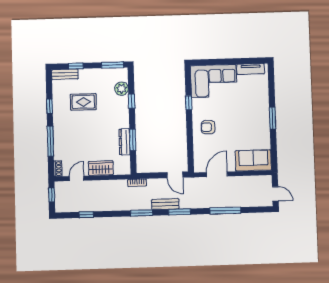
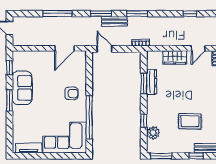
window: (189, 103) -> (89, 117), width x3.17
window: (274, 152) -> (9, 68), added
sofa: (253, 160) -> (22, 88), moved, turned -90

